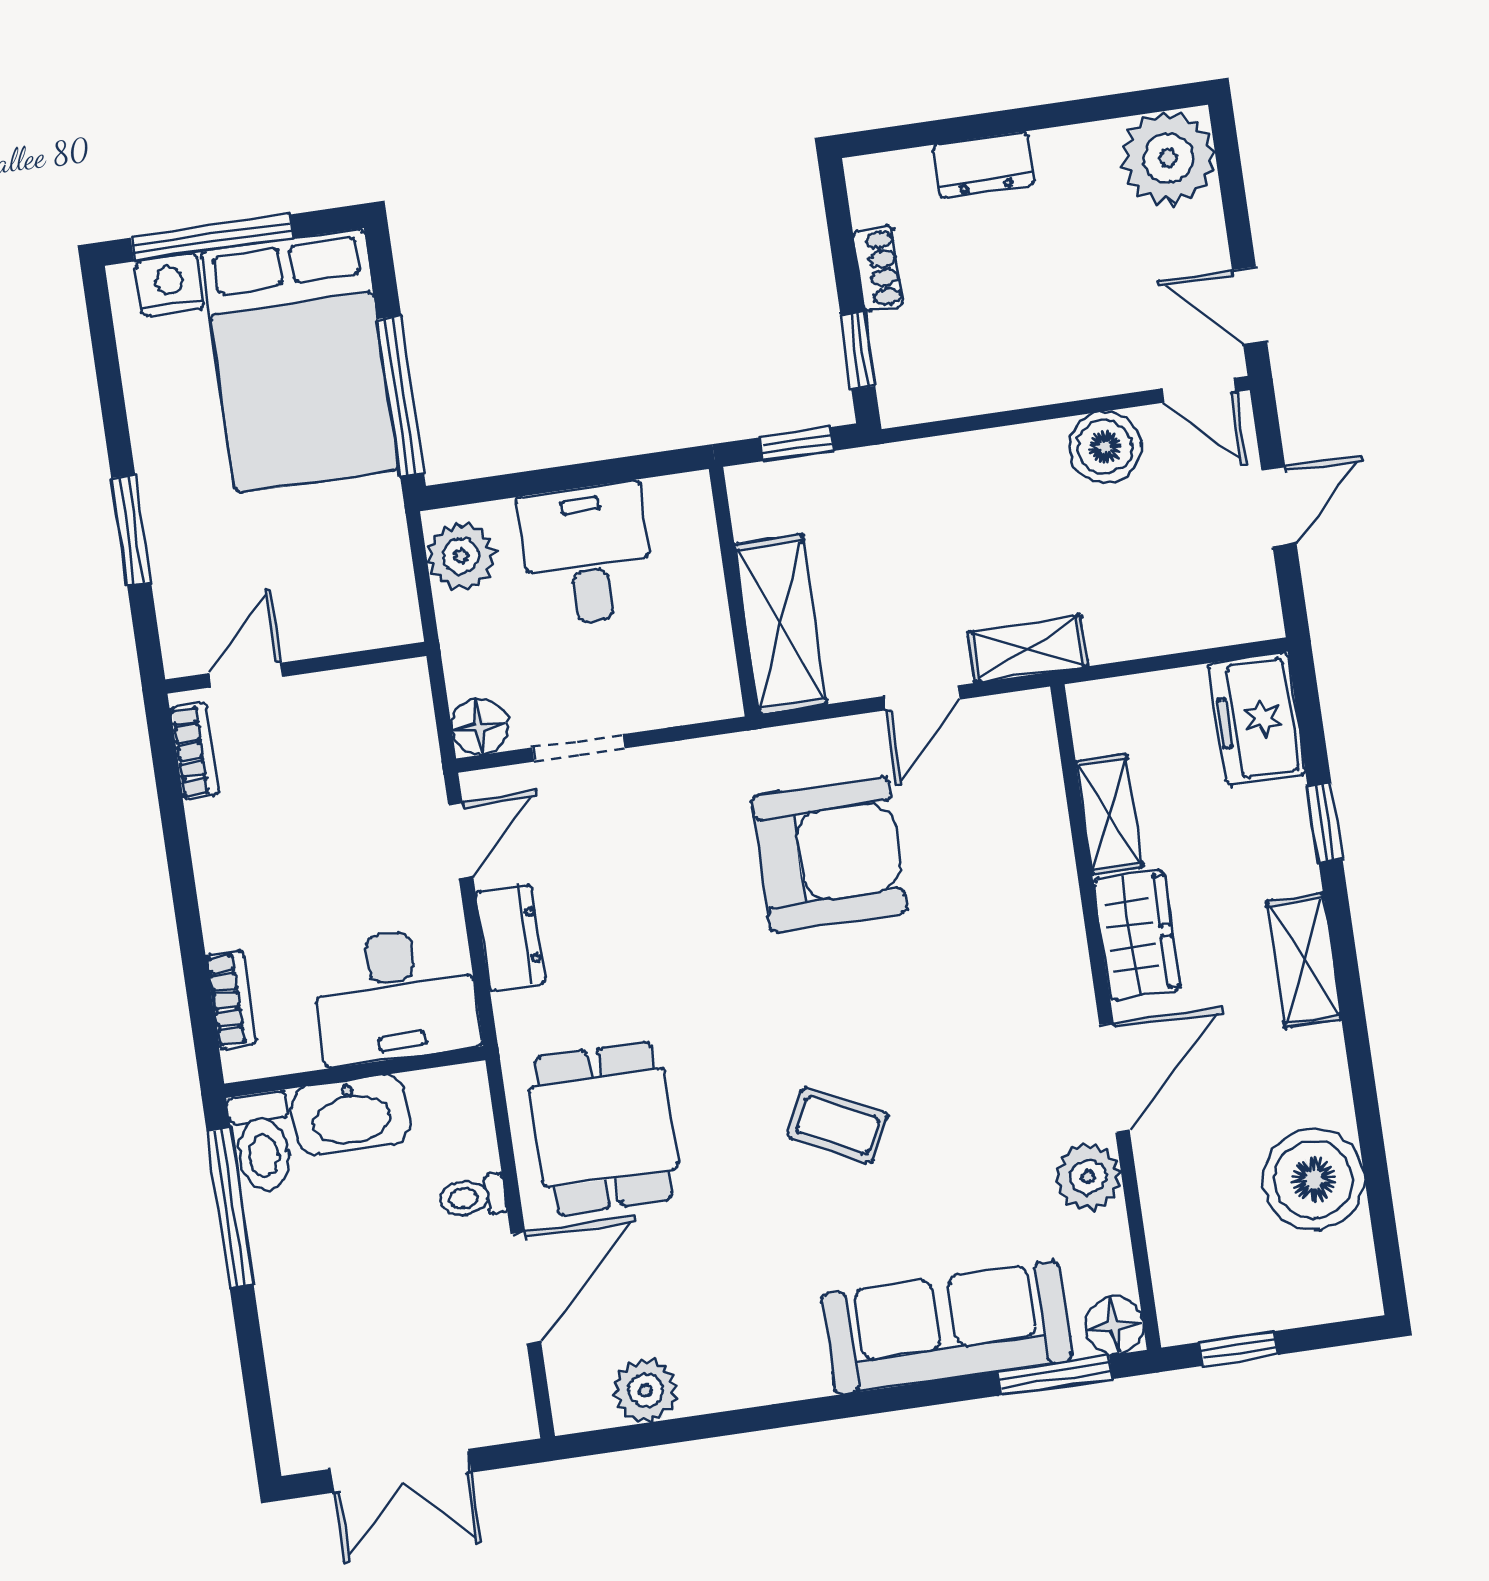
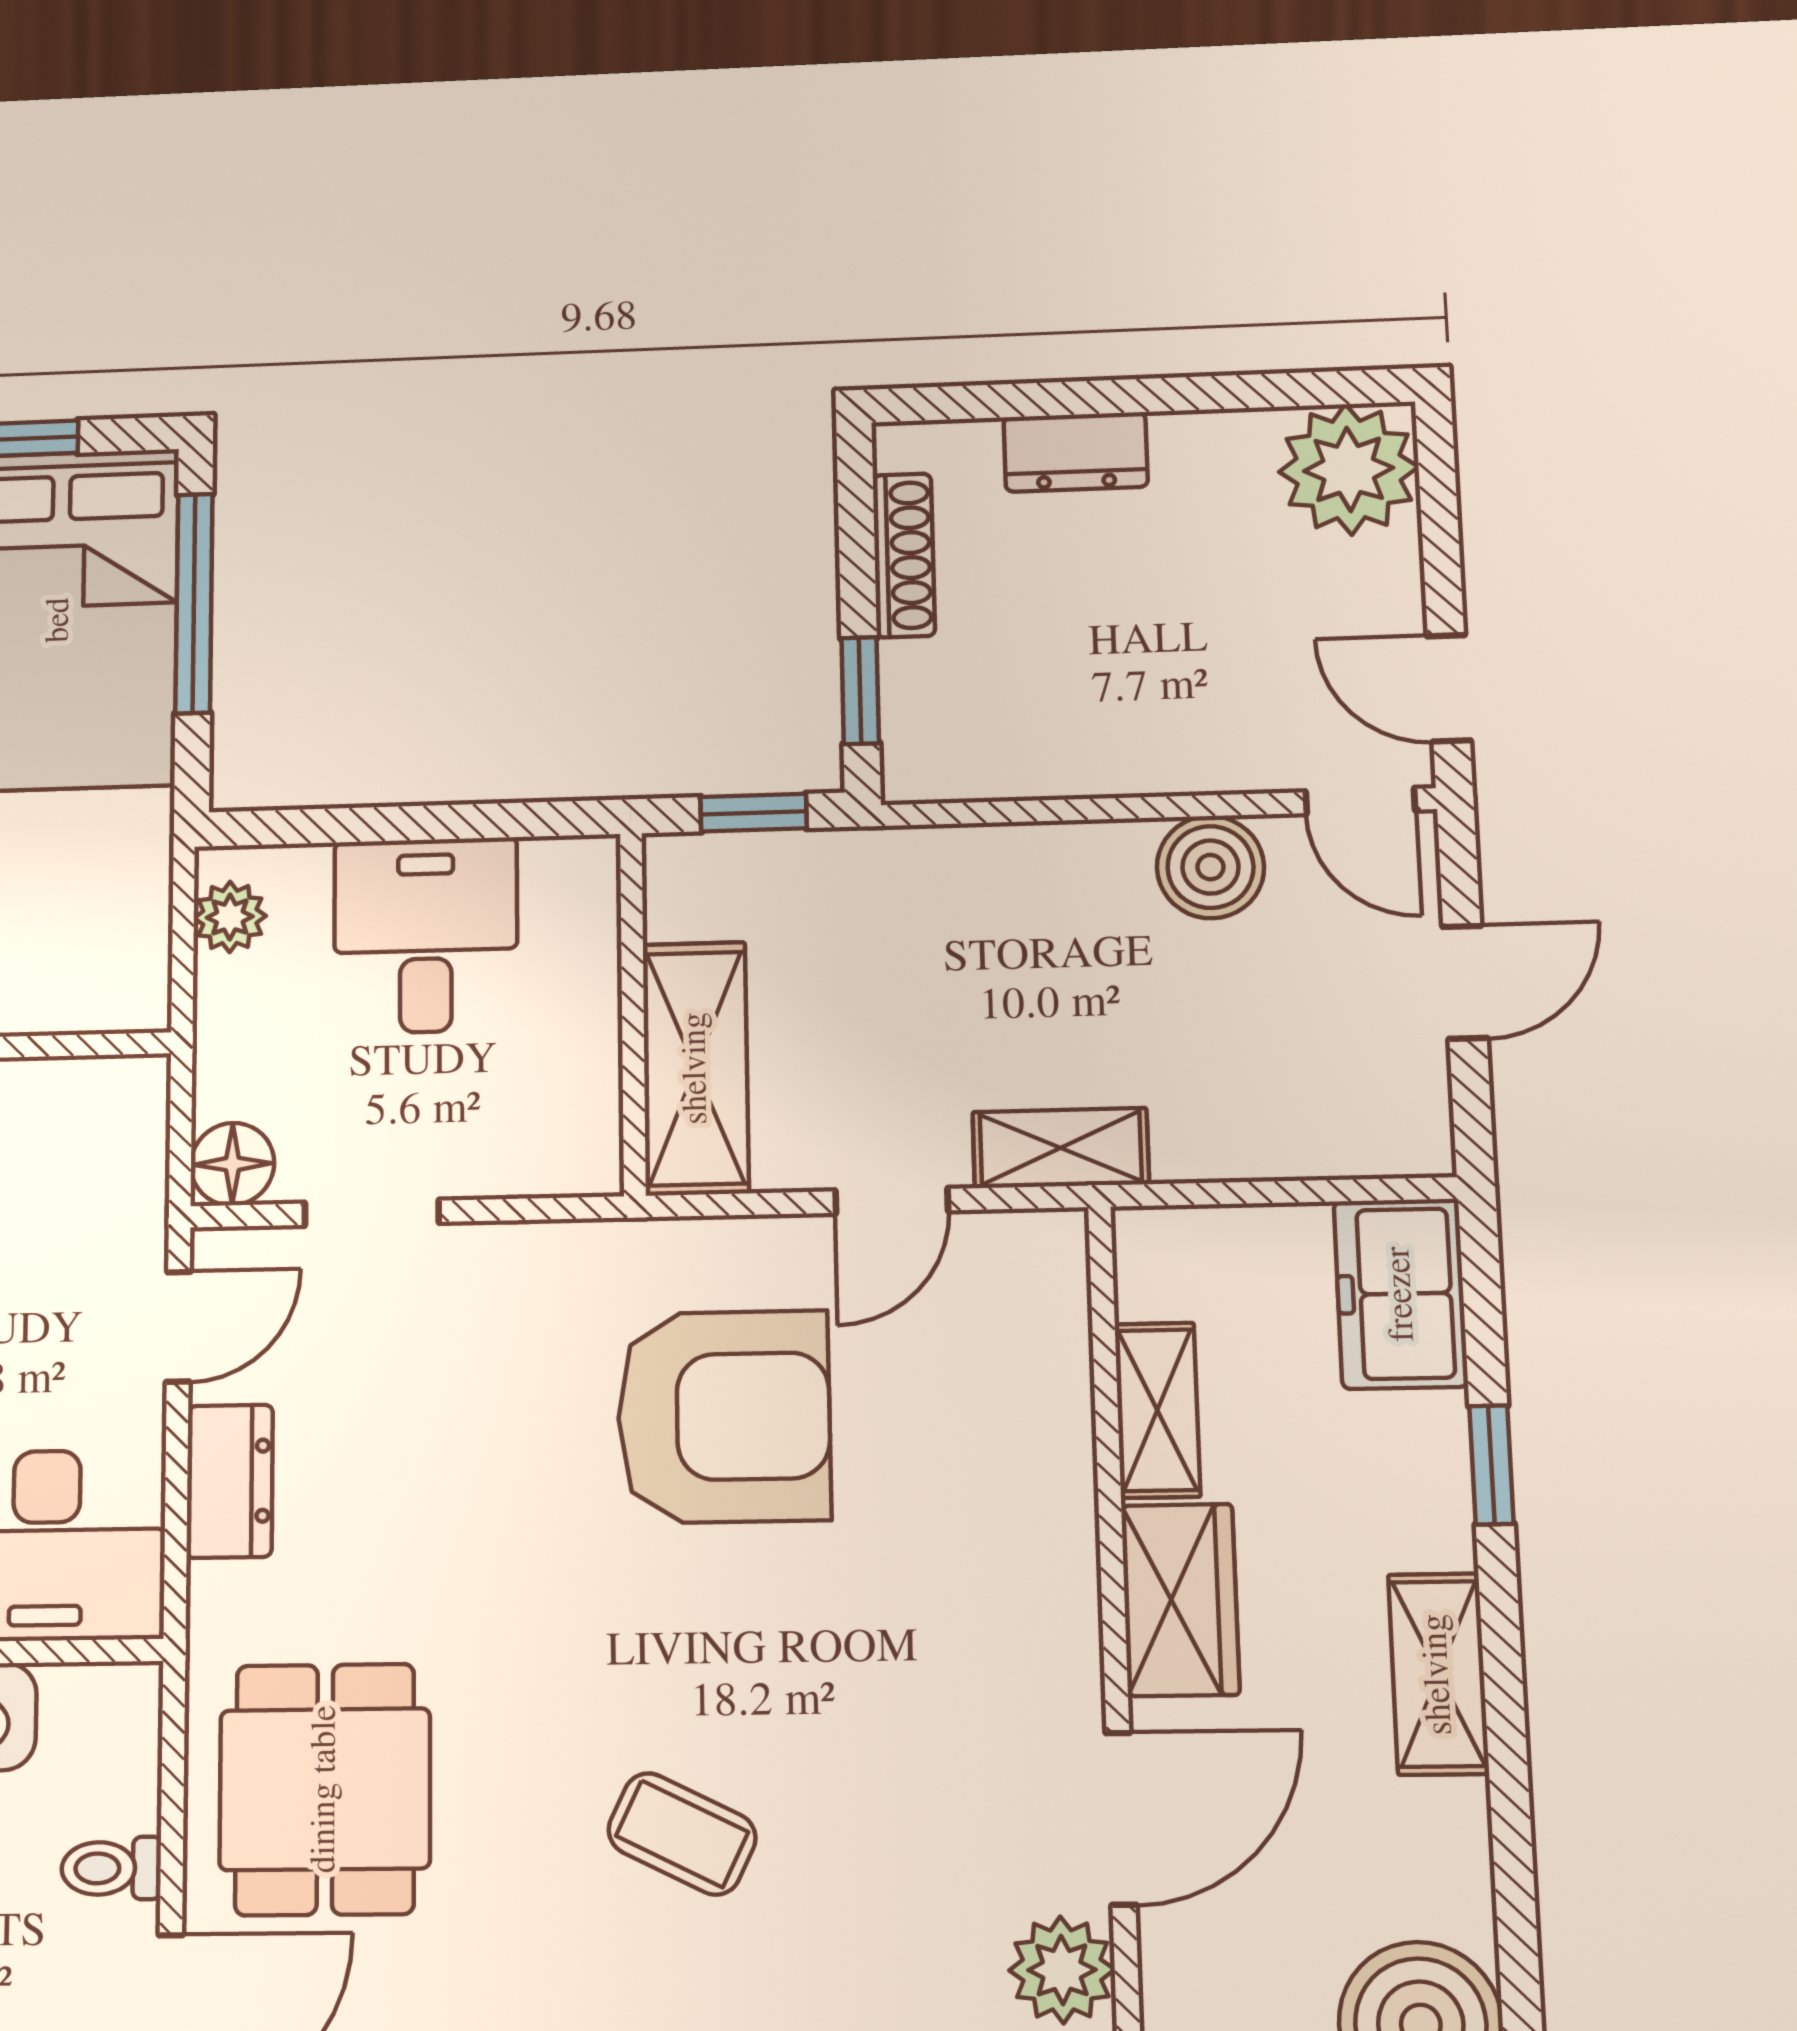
shoe rack: (878, 269) -> (904, 555), width x1.43
window: (401, 396) -> (194, 603), moved
plant: (461, 556) -> (230, 917), width x0.73, depth x0.73

